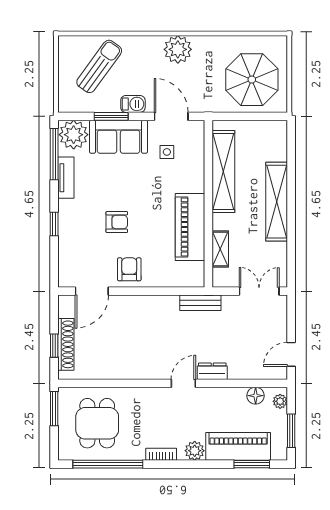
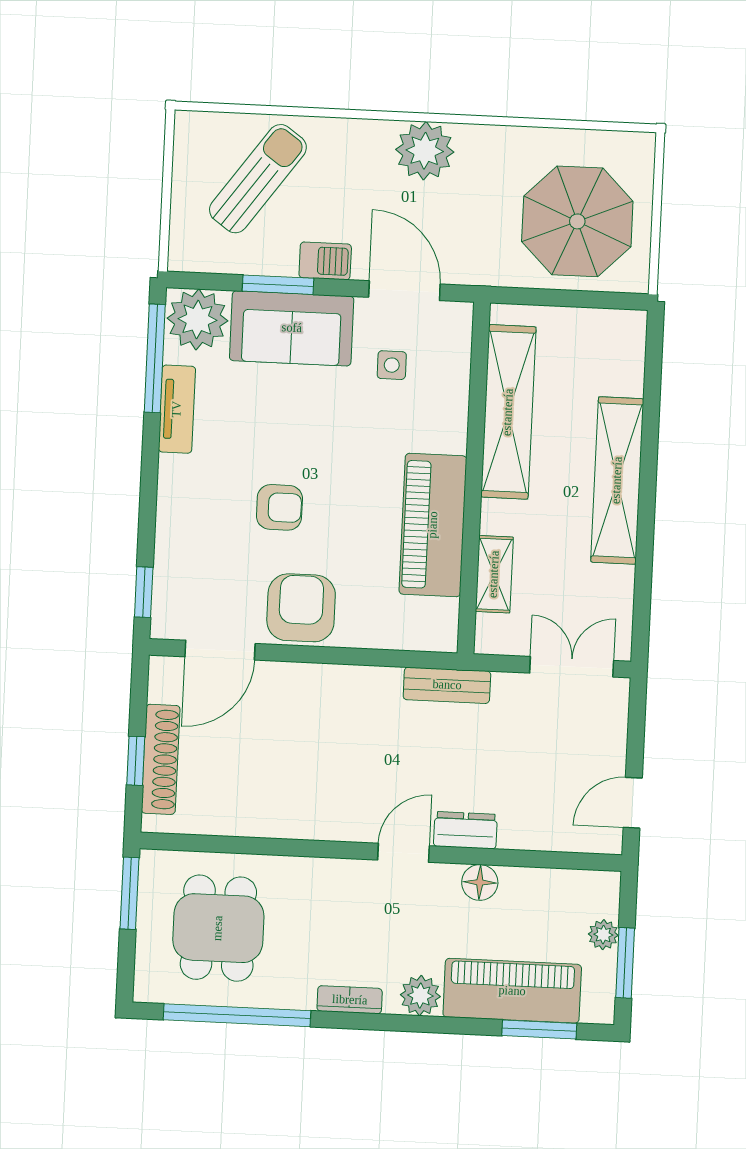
window: (54, 224) -> (144, 592), moved
armchair: (129, 269) -> (301, 608), width x1.38, depth x1.38
floor lamp: (256, 396) -> (480, 882), moved
plant: (280, 401) -> (603, 935), moved

